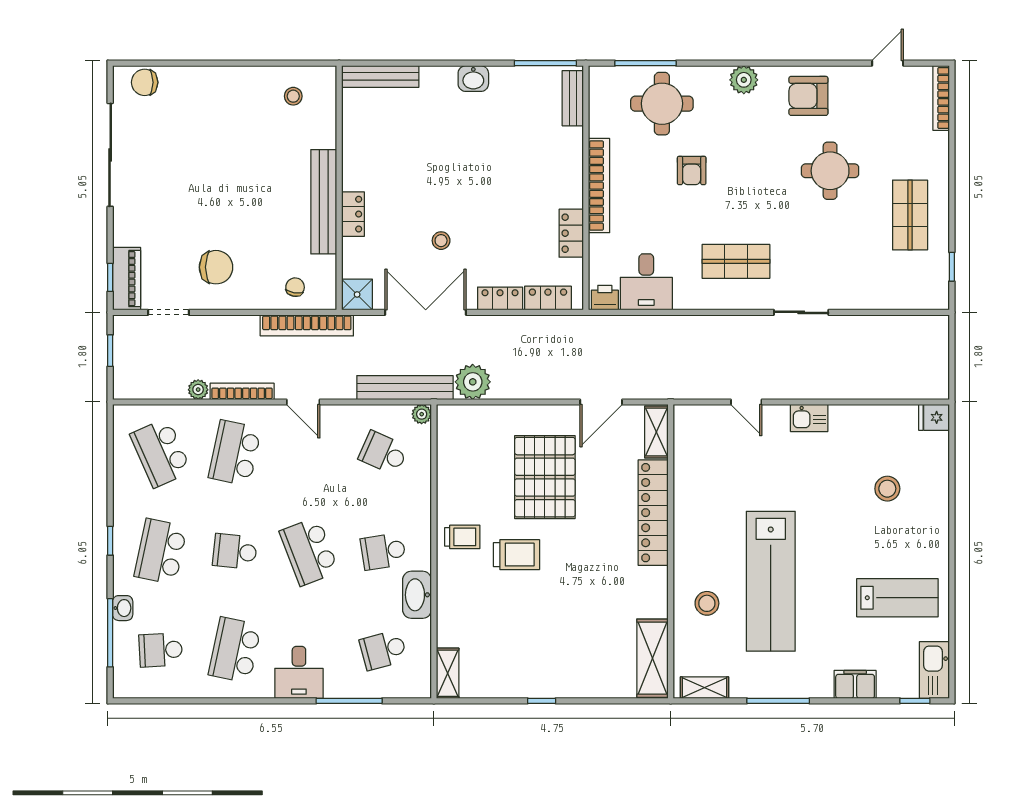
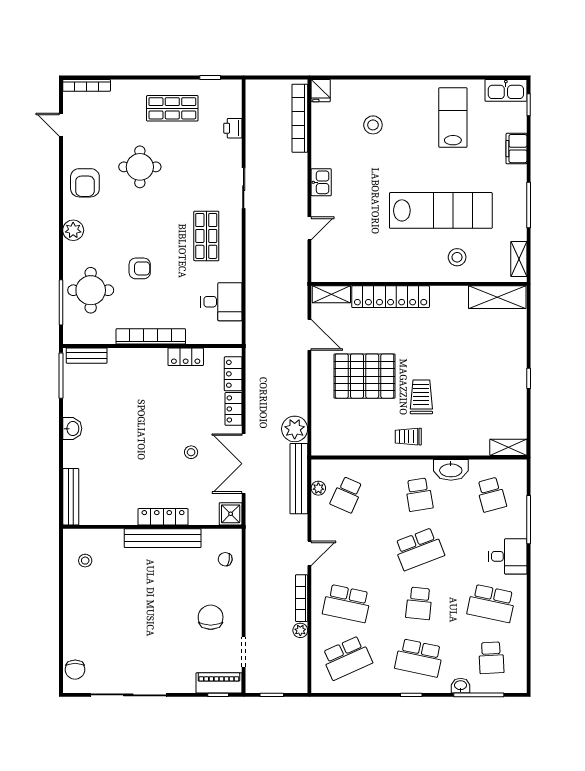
locker: (353, 214) -> (163, 517), width x1.53
printer: (605, 298) -> (233, 128), moved
bookcase: (307, 325) -> (300, 118), moved, turned 180
plant: (422, 414) -> (318, 488), moved
trolley: (462, 537) -> (408, 437), turned -90

